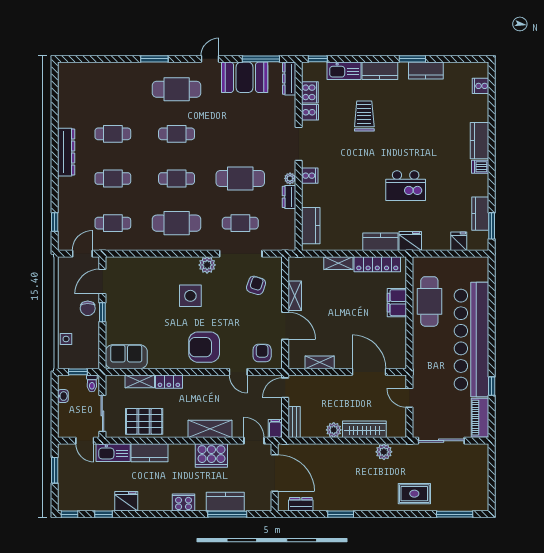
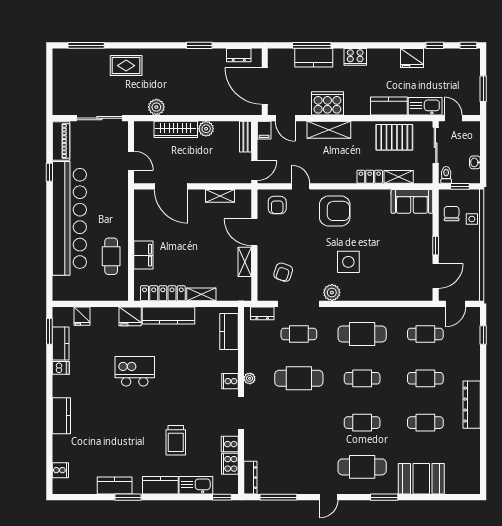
booth: (245, 77) -> (421, 479), moved
dishwasher: (480, 167) -> (61, 368), moved
dresser: (289, 197) -> (262, 313), moved, turned 90
kitchen counter: (380, 242) -> (168, 316), width x1.50
cafe table: (429, 301) -> (111, 256), width x0.73, depth x0.74
chair: (88, 308) -> (452, 214), moved

